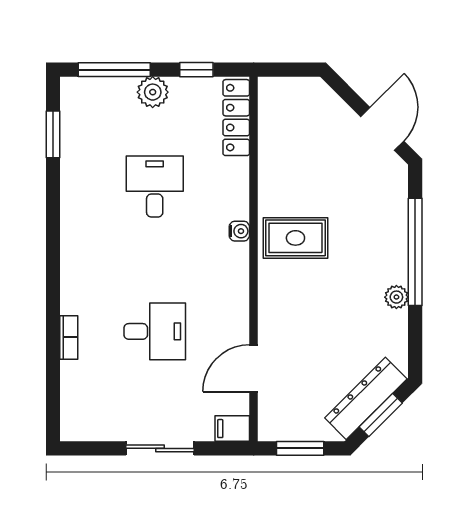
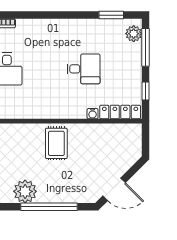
plant: (153, 92) -> (134, 34), moved
water cooler: (239, 231) -> (93, 114), moved
plant: (396, 297) -> (25, 191), width x1.88, depth x1.88

